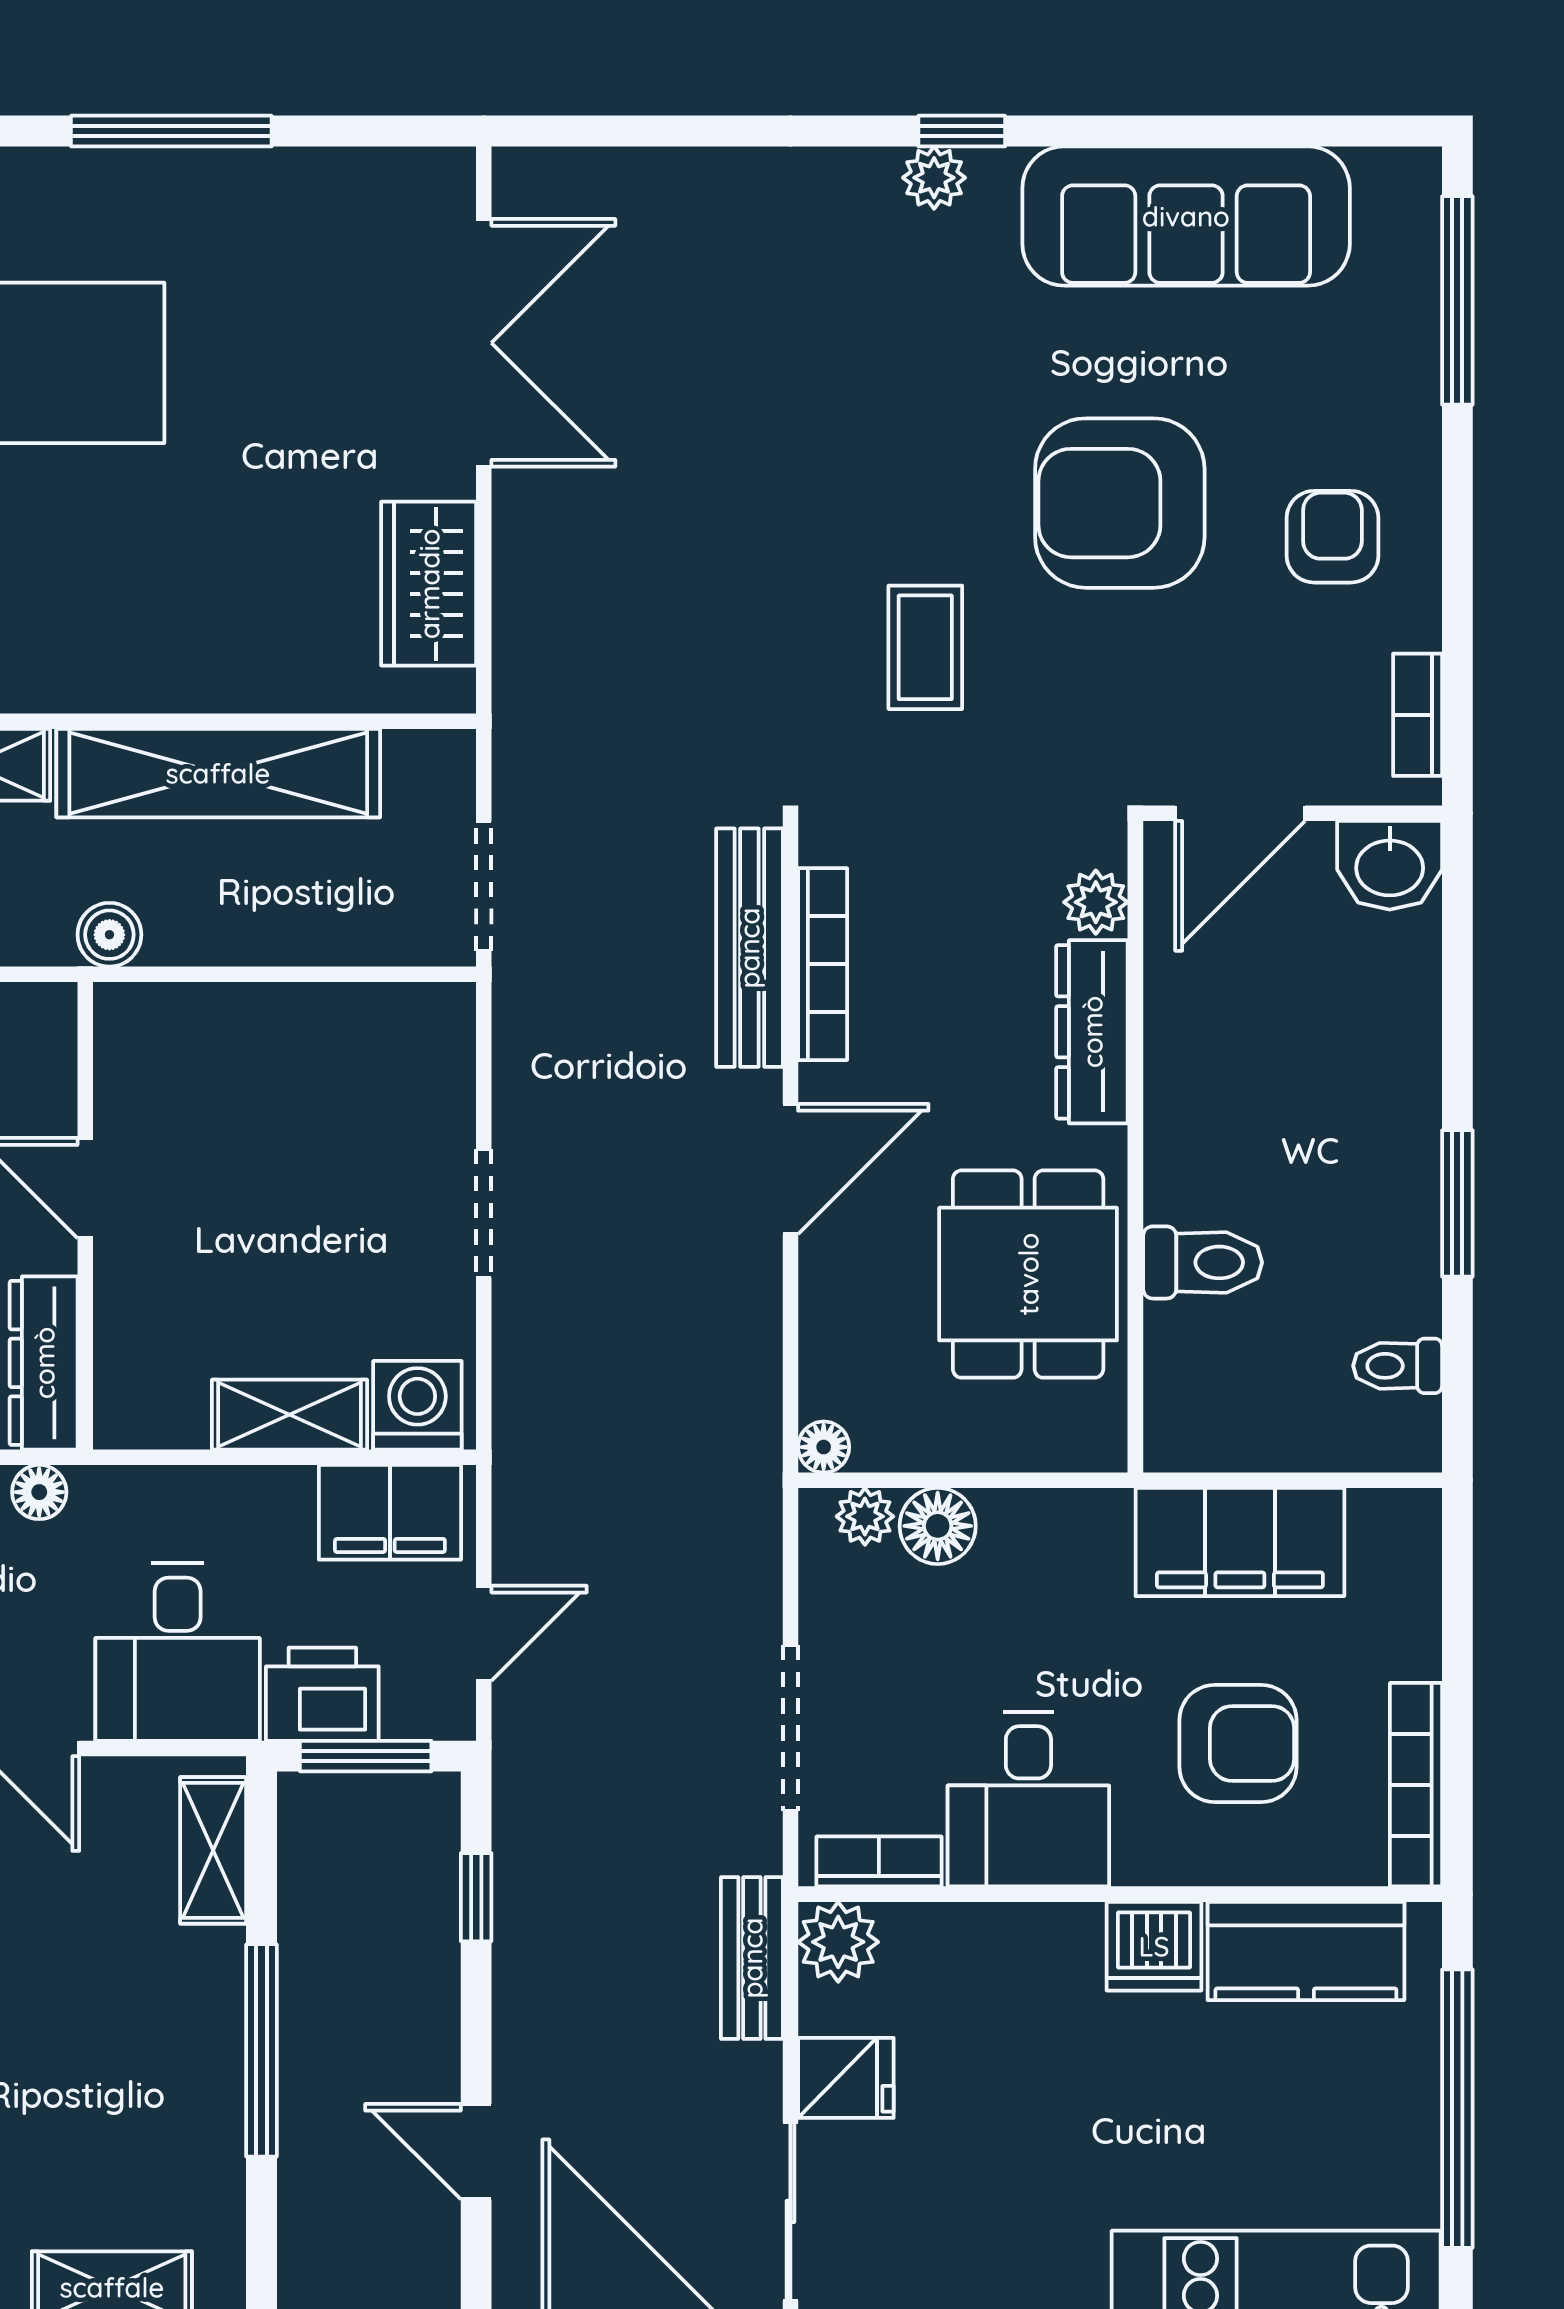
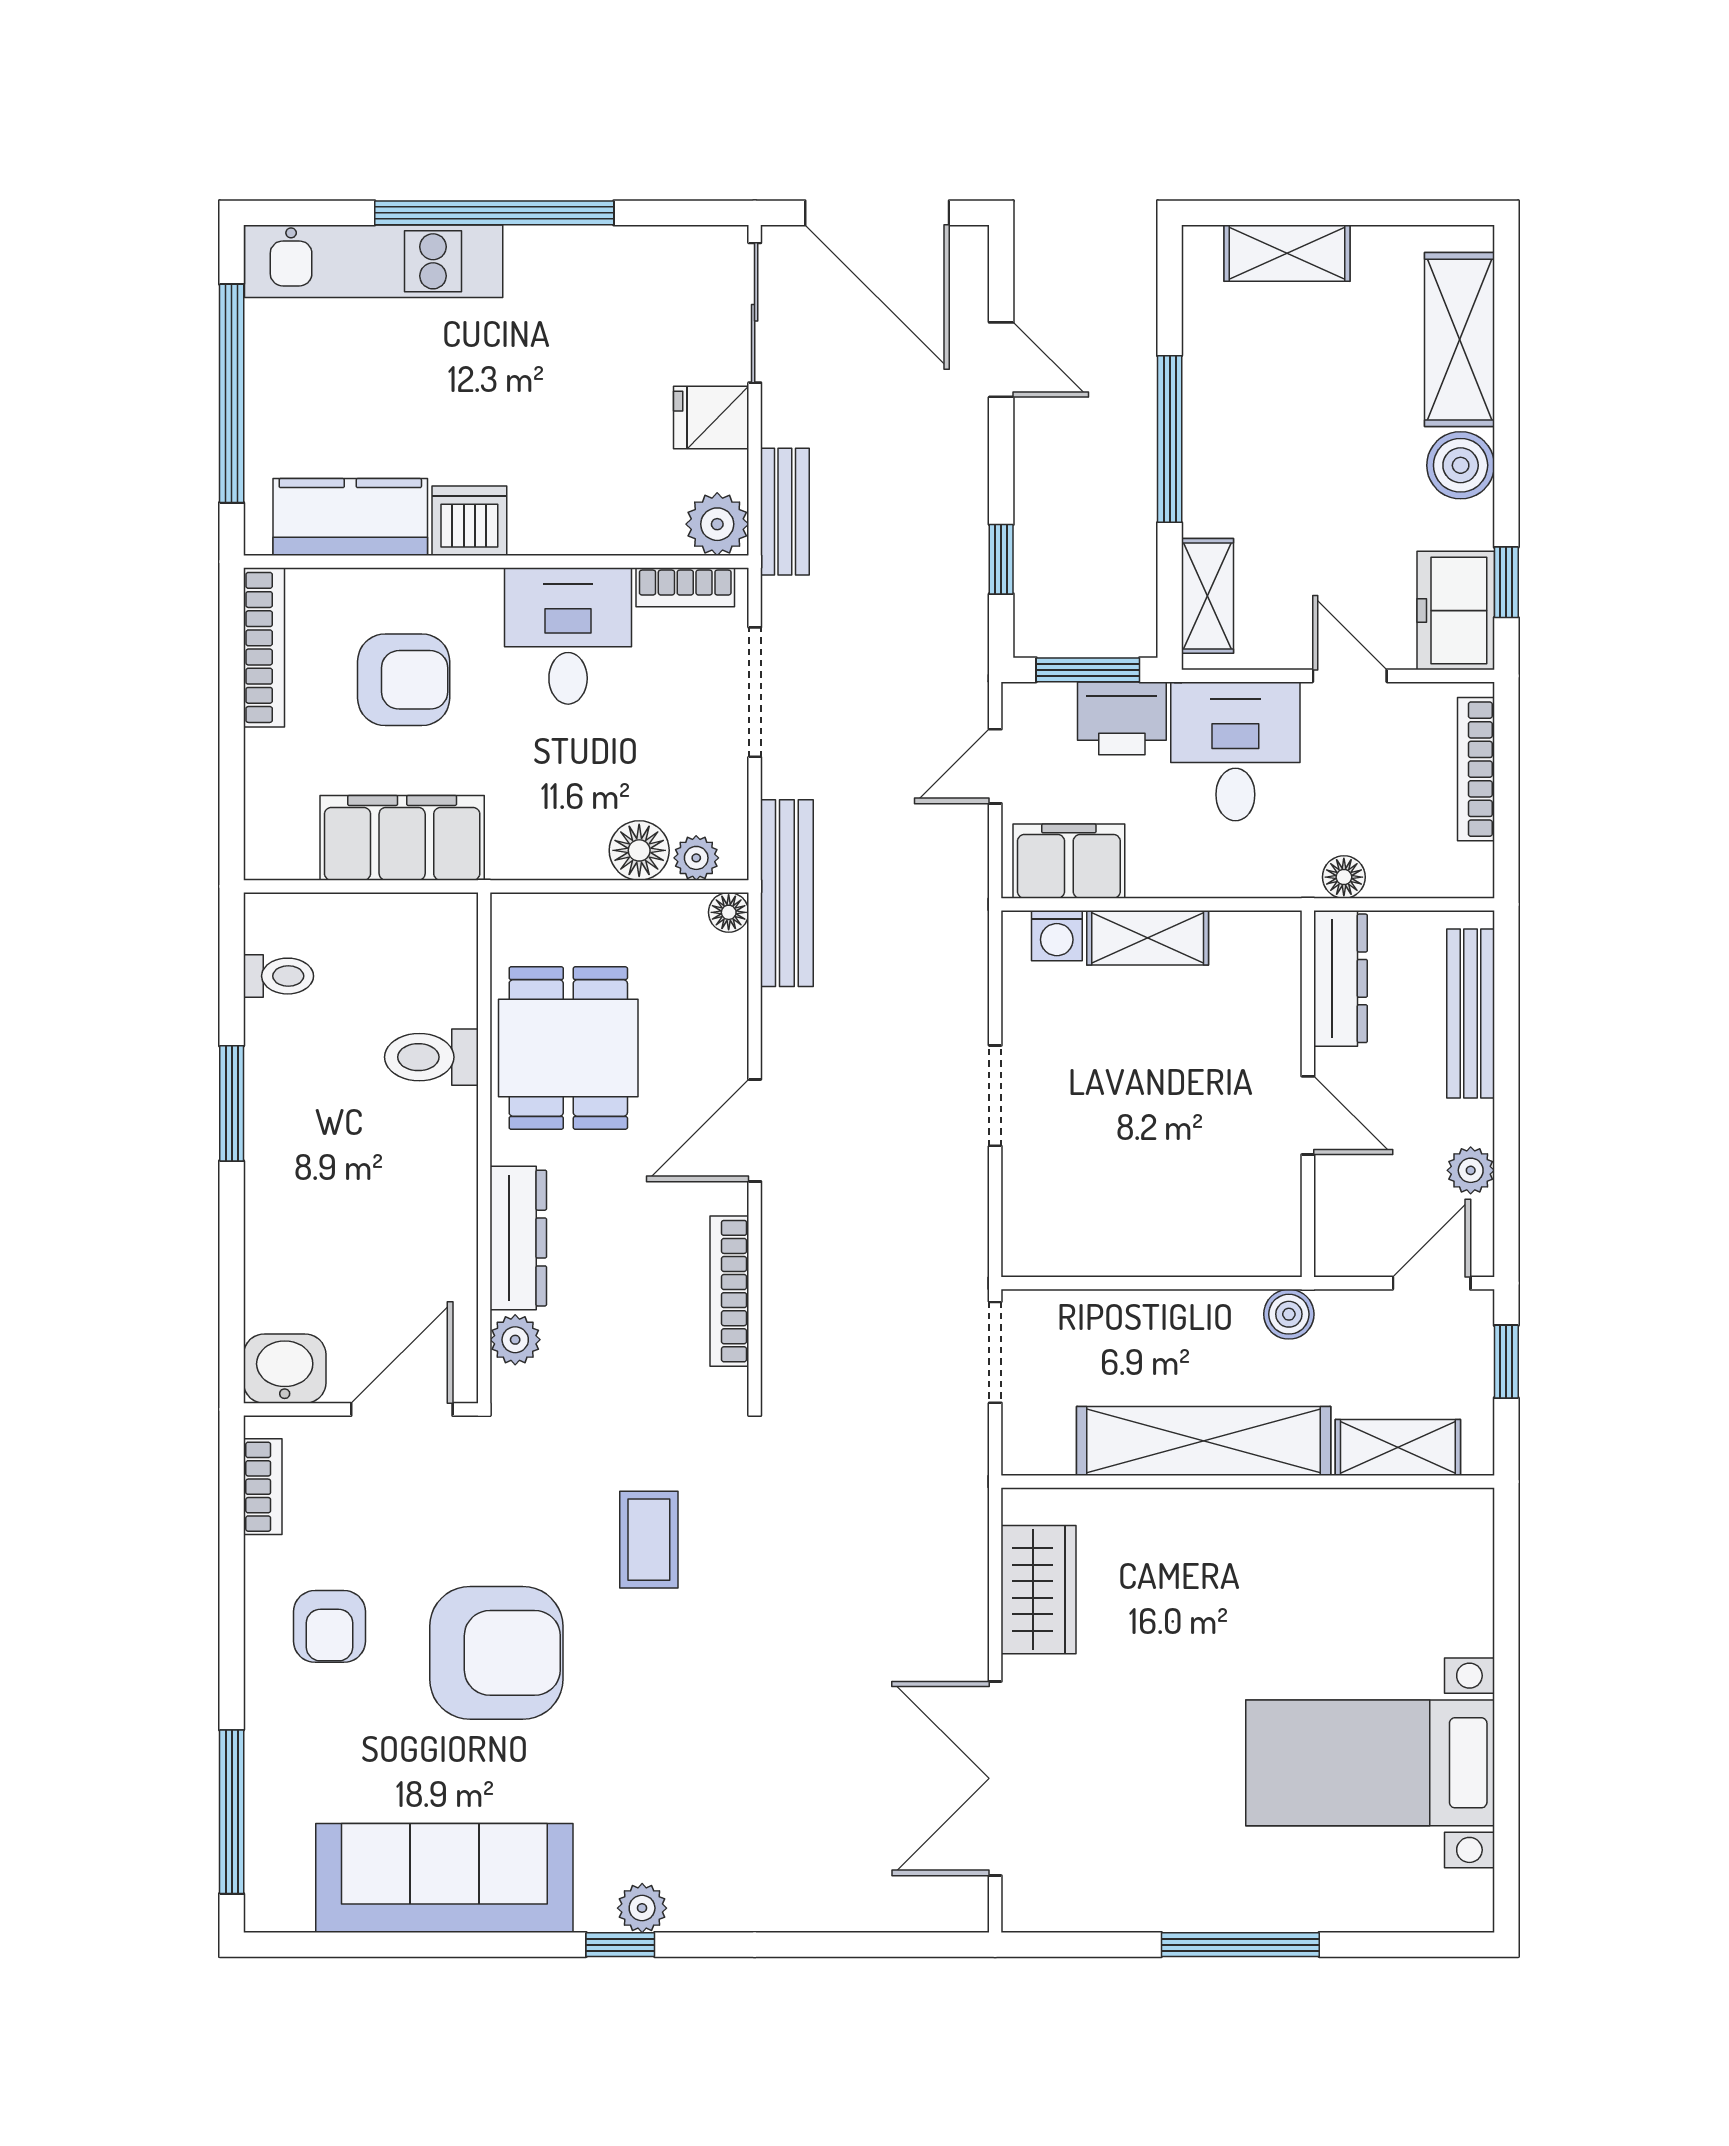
bench: (749, 948) -> (787, 893), moved
washing machine: (417, 1405) -> (1057, 936), width x0.73, depth x0.73
armchair: (1238, 1743) -> (404, 680), turned 180

